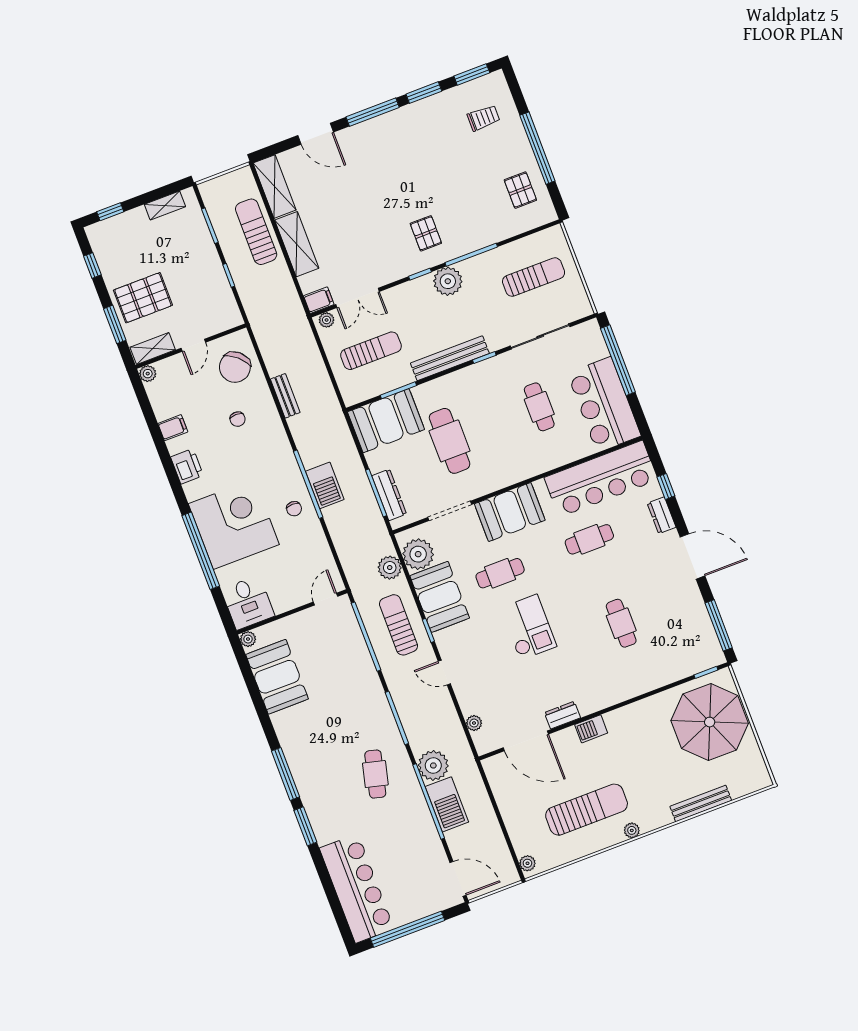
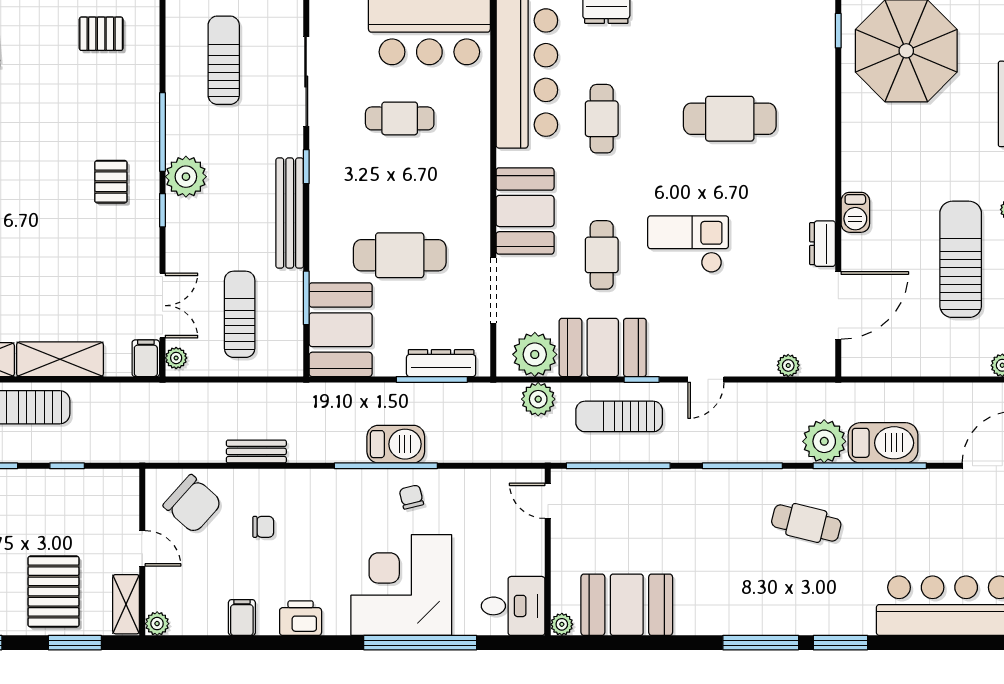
pallet: (426, 233) -> (111, 182), turned 90
chair: (294, 509) -> (411, 497), turned -104
cafe table: (621, 623) -> (730, 119), width x1.37, depth x1.35

